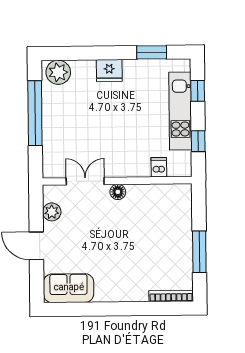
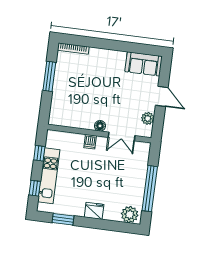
dishwasher: (159, 167) -> (90, 142), moved

